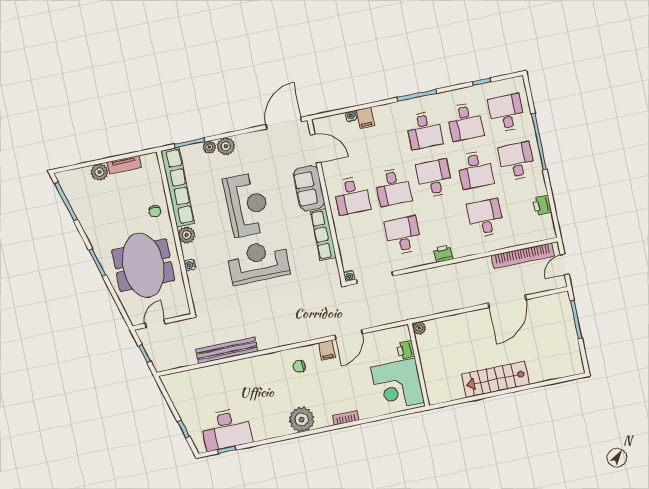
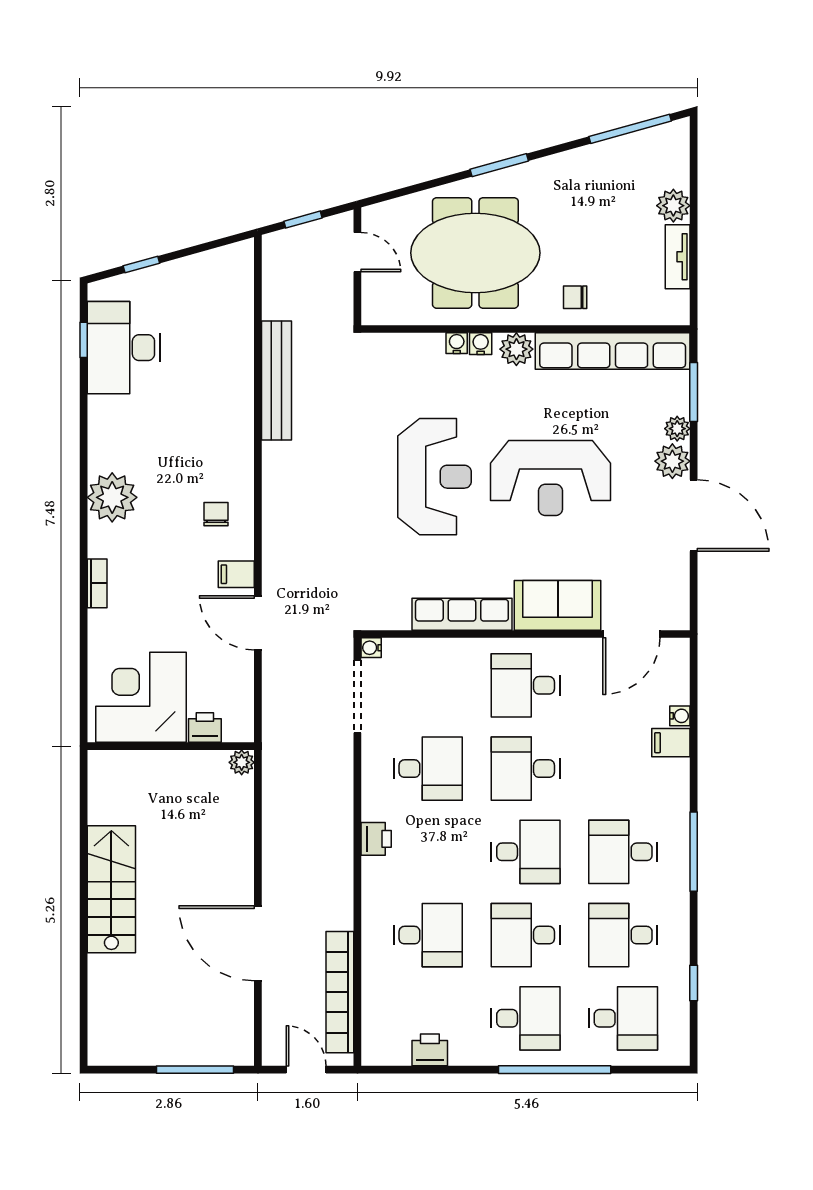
door: (284, 123) -> (694, 515), moved
water cooler: (188, 253) -> (481, 344), added

